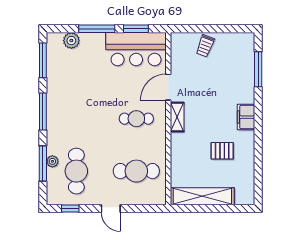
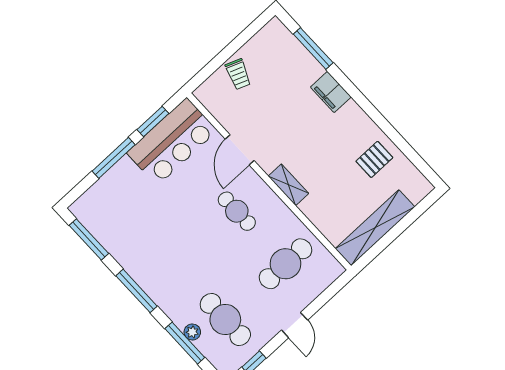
plant: (71, 41) -> (99, 193), removed
shelving: (177, 117) -> (288, 185), moved
filing cabinet: (246, 117) -> (331, 92), moved
cafe table: (136, 119) -> (237, 211), turned 90
pallet: (222, 151) -> (374, 159), moved
door: (111, 208) -> (295, 325), hinge flipped

